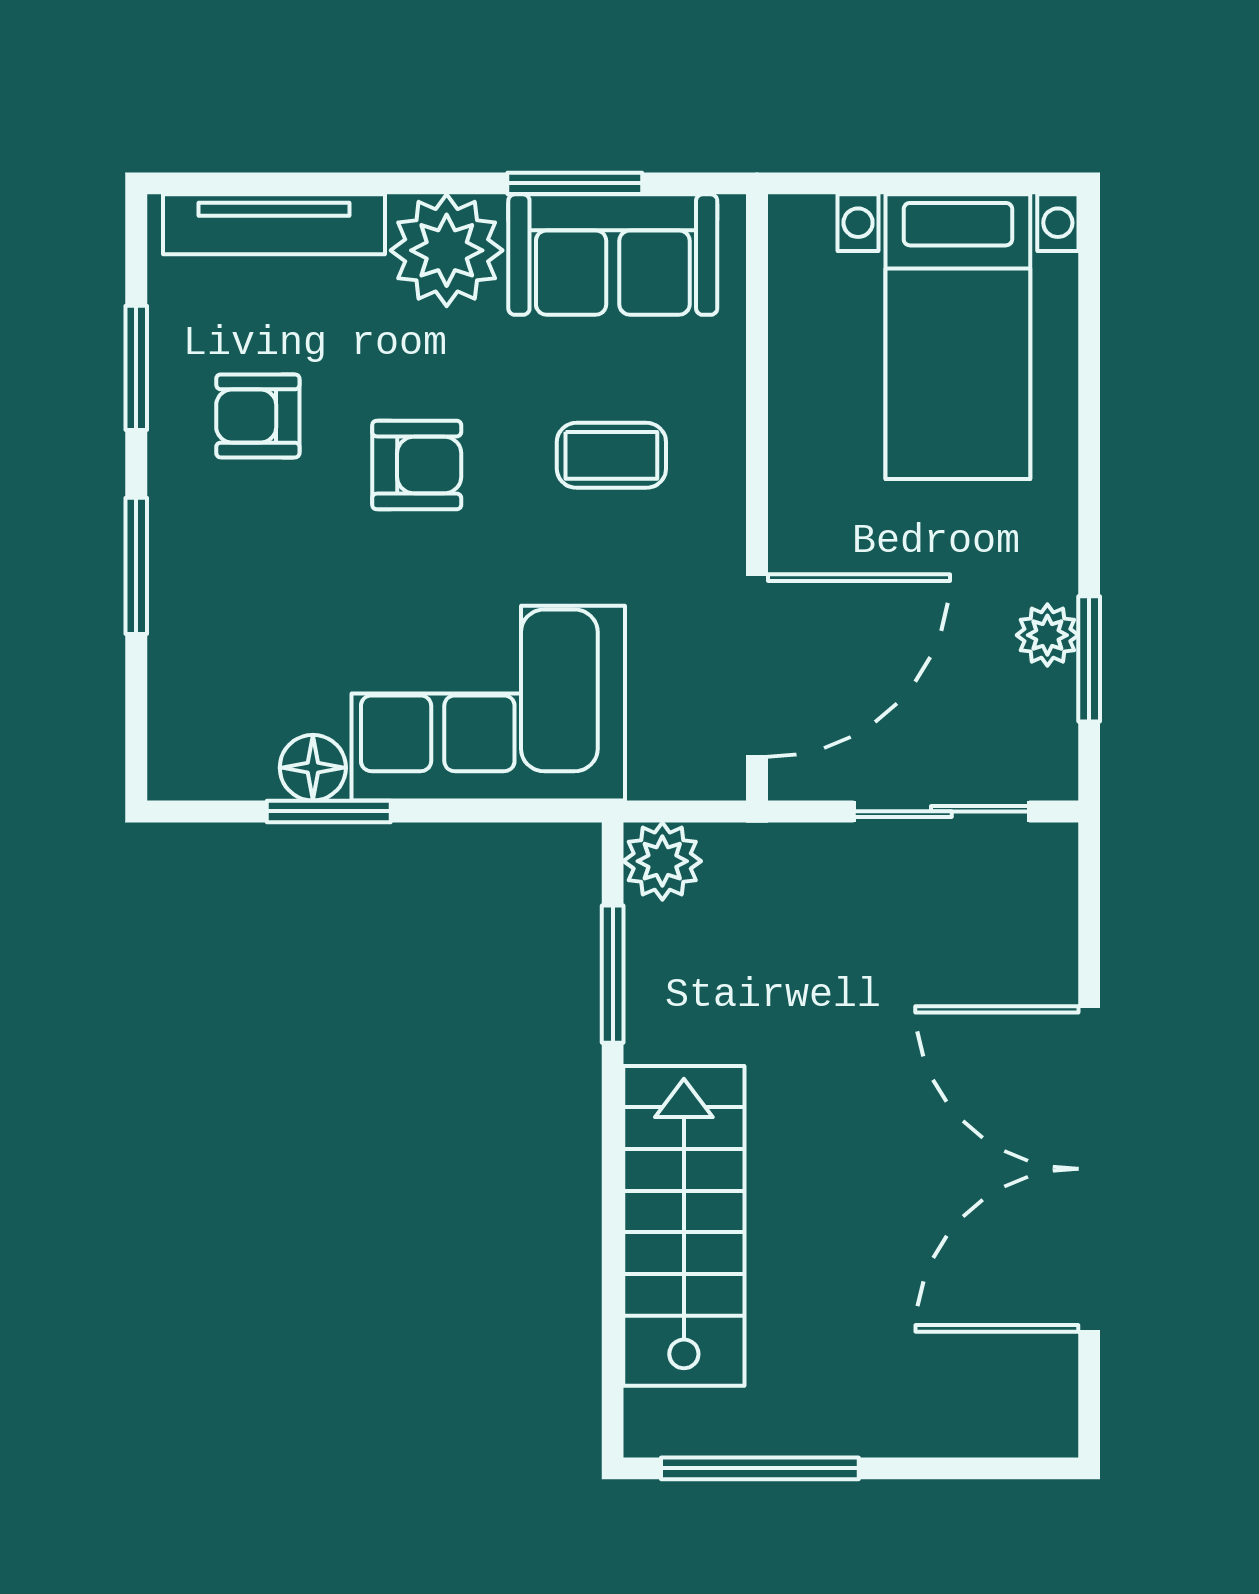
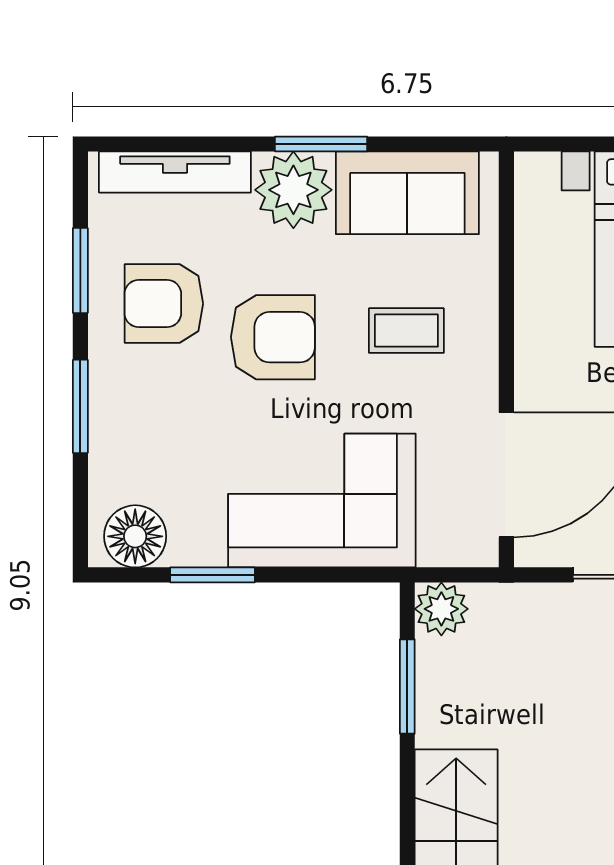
window: (575, 183) -> (321, 144), moved
armchair: (258, 416) -> (164, 304), width x1.38, depth x1.38
armchair: (417, 465) -> (273, 337), width x1.38, depth x1.38
floor lamp: (313, 768) -> (135, 536), moved, width x1.38, depth x1.38

